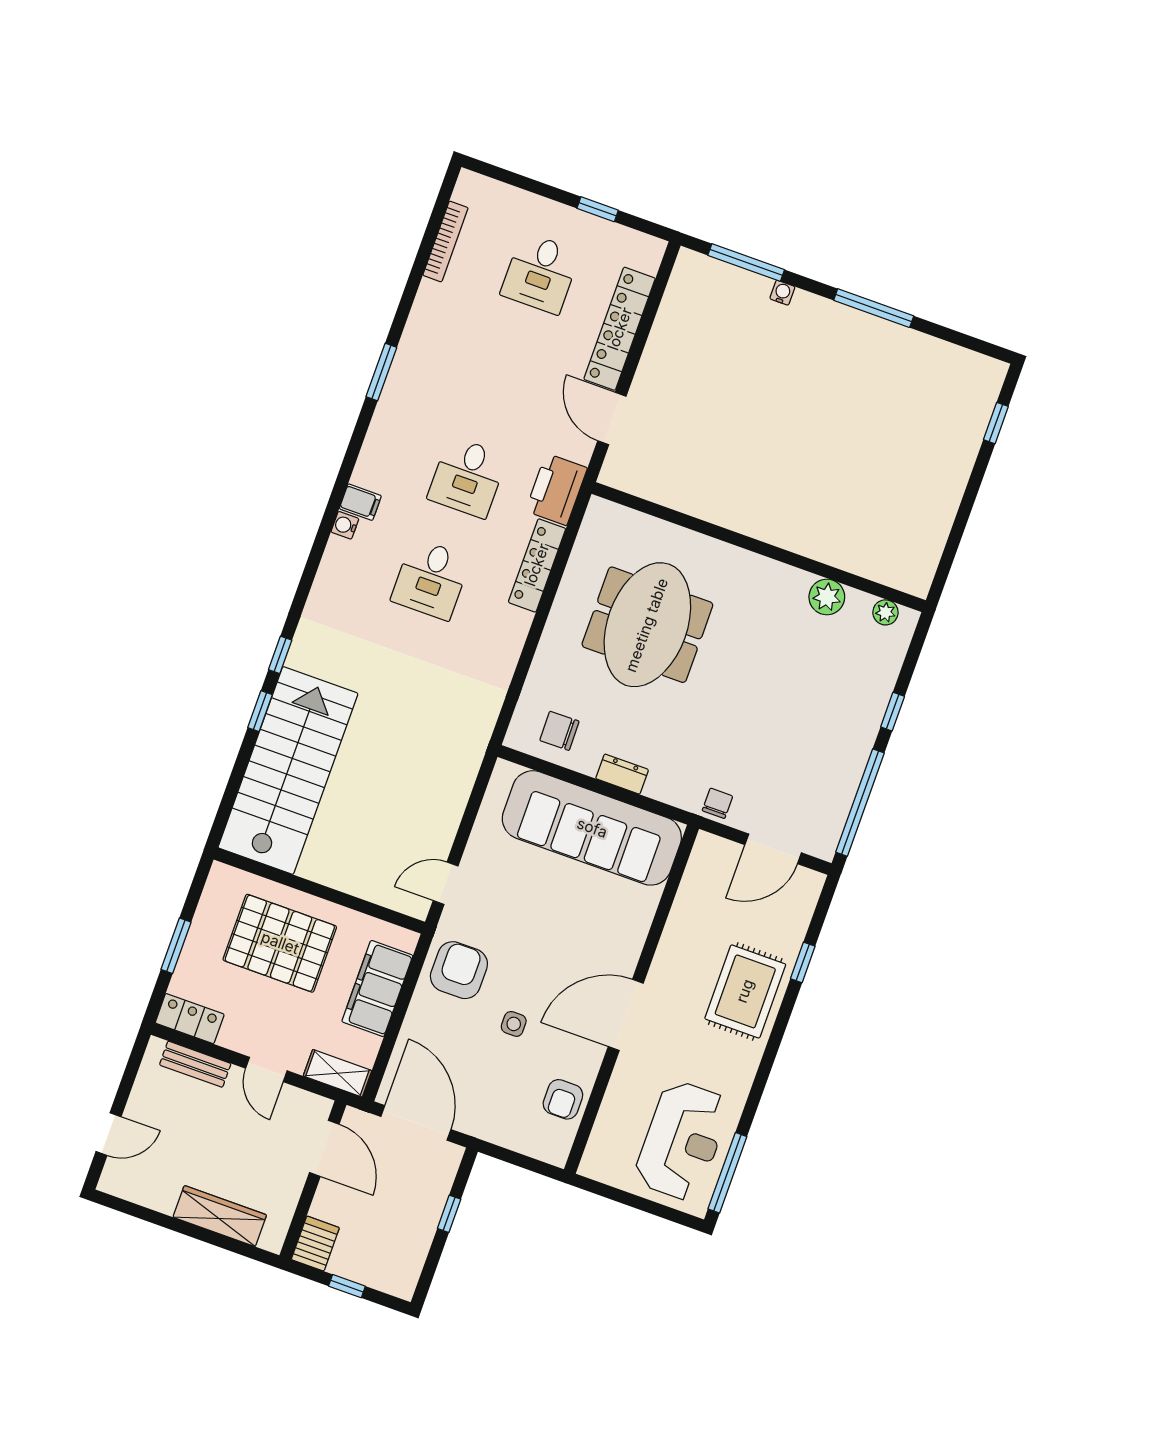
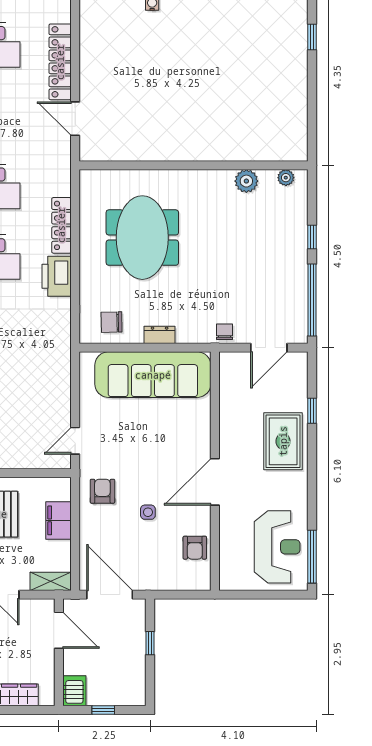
printer: (556, 489) -> (57, 276), moved
armchair: (459, 970) -> (102, 491), width x0.72, depth x0.72
filing cabinet: (377, 988) -> (58, 520), width x0.67, depth x0.86

